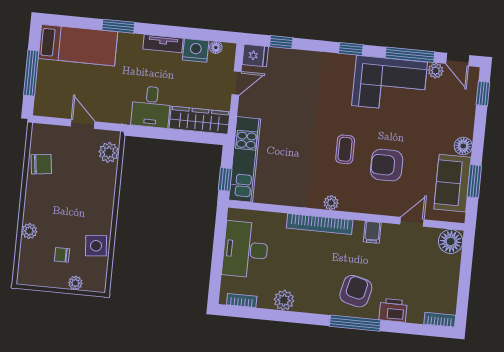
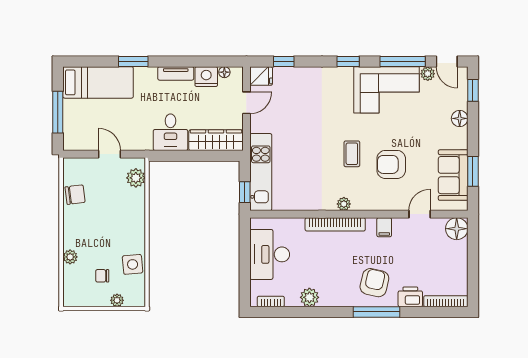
floor lamp: (463, 146) -> (460, 118), moved
bookcase: (440, 320) -> (446, 301), width x1.56

